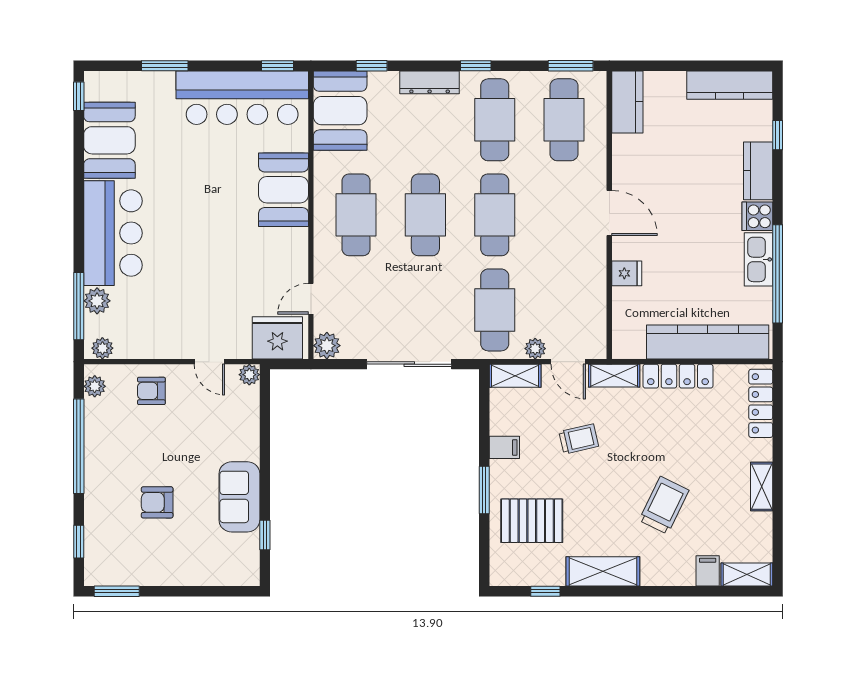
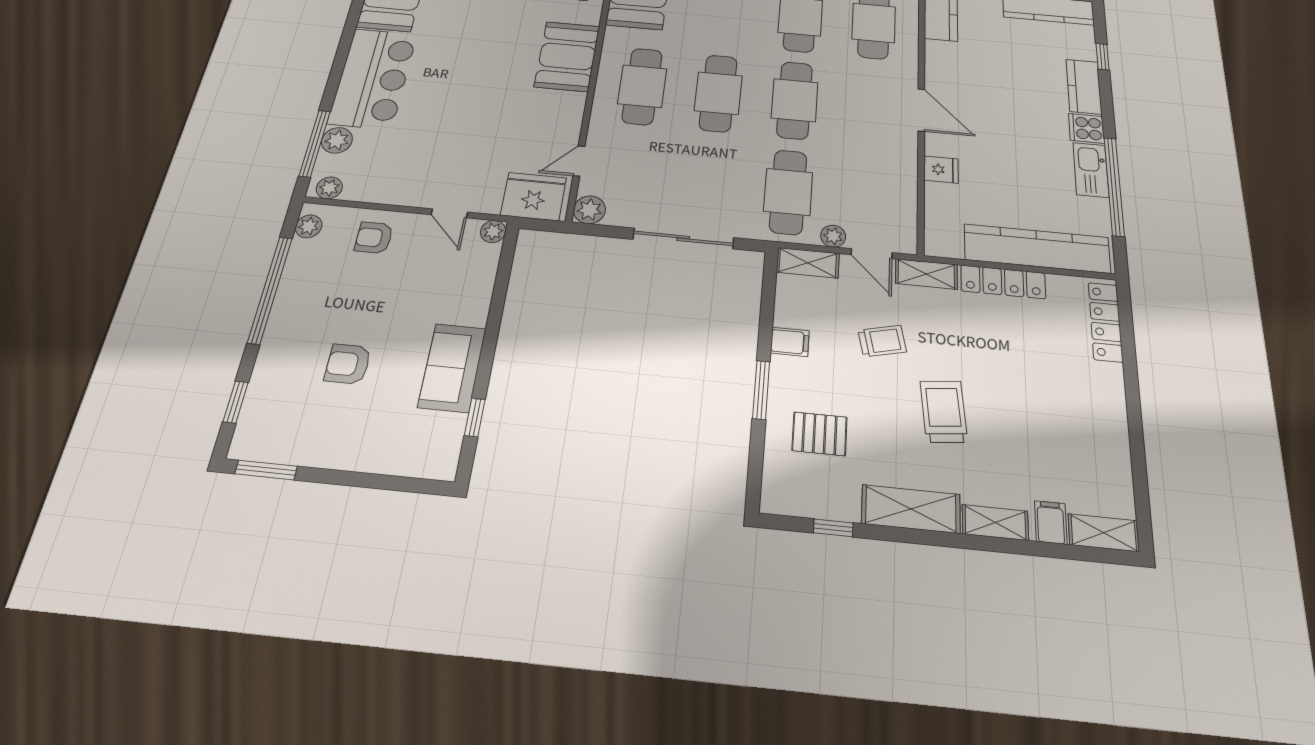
shelving: (762, 487) -> (995, 523), moved, turned 90
trolley: (664, 505) -> (944, 412), moved, turned -32
pallet: (532, 521) -> (819, 434), width x0.67, depth x0.71

